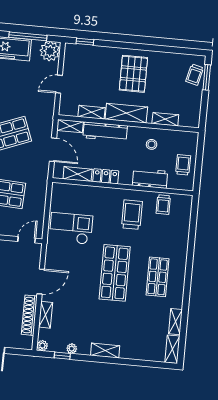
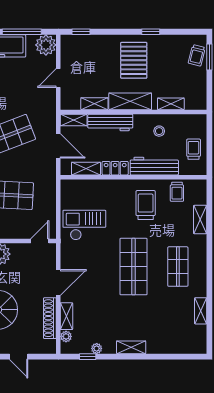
window: (152, 48) -> (151, 32), added
workbench: (150, 178) -> (154, 166), width x1.38
plant: (42, 346) -> (66, 336), moved
shelving: (172, 349) -> (200, 220), moved

